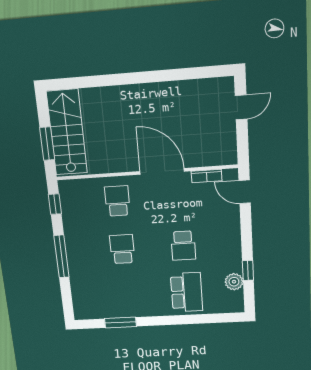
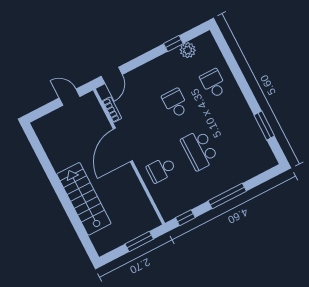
door: (241, 107) -> (70, 97), moved
stairs: (67, 132) -> (84, 199), moved, turned 90
school desk: (183, 246) -> (175, 103), turned -90
school desk: (122, 249) -> (199, 150), width x1.85
school desk: (187, 292) -> (213, 83), width x0.54

